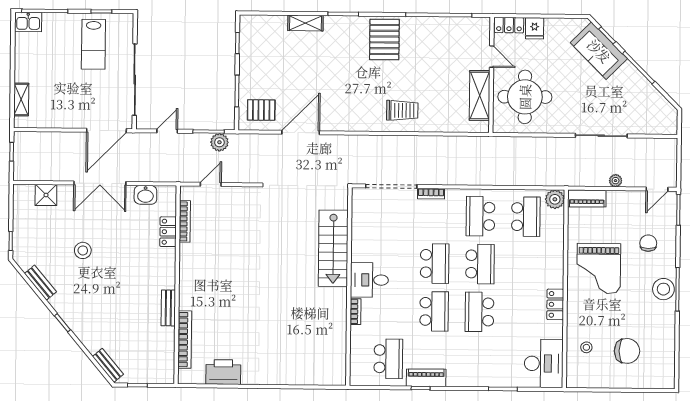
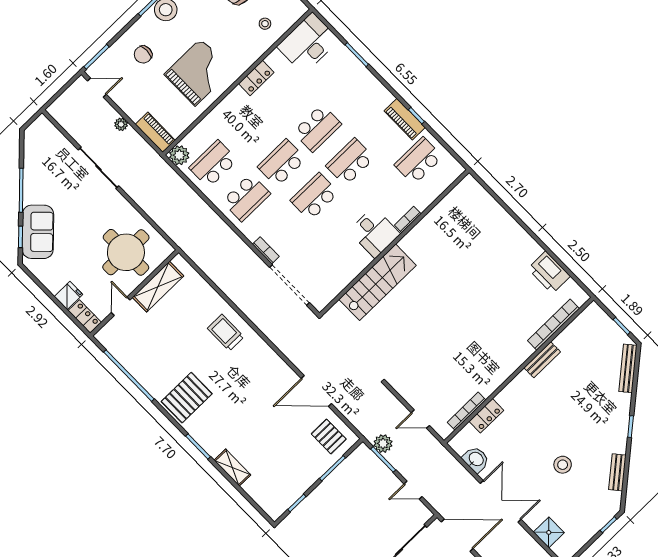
bench: (108, 365) -> (628, 368), width x1.36

